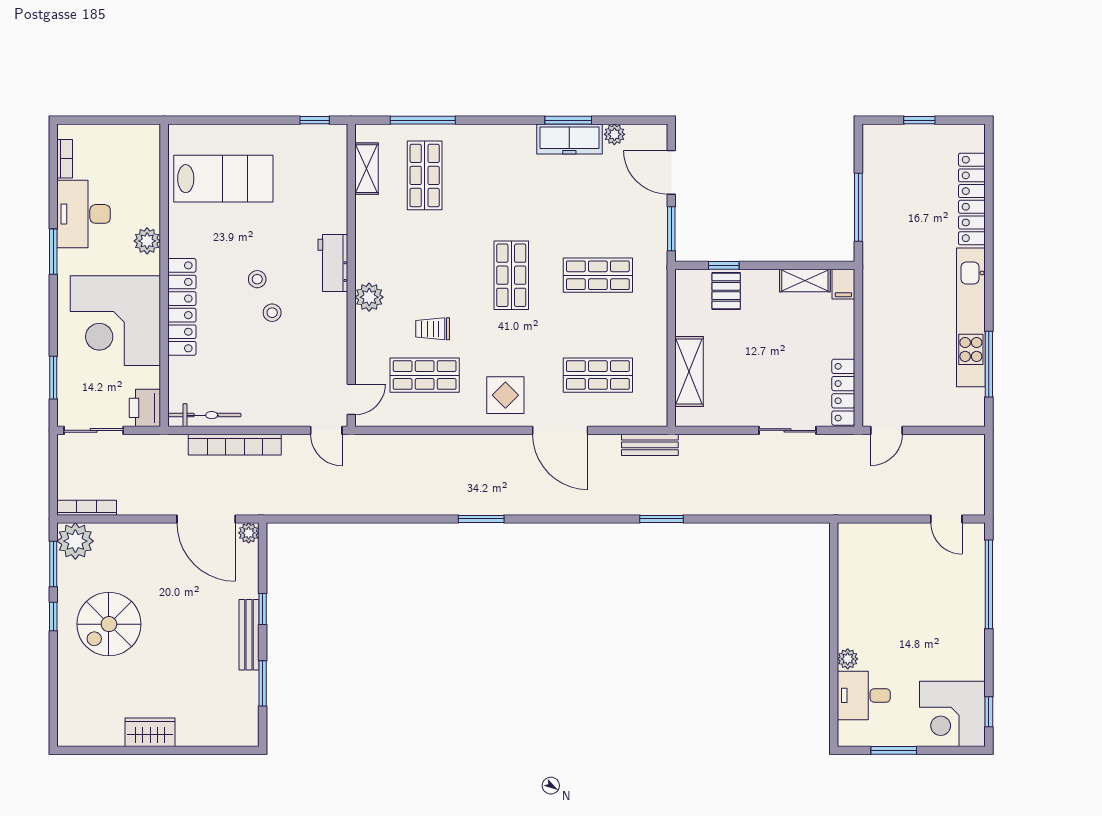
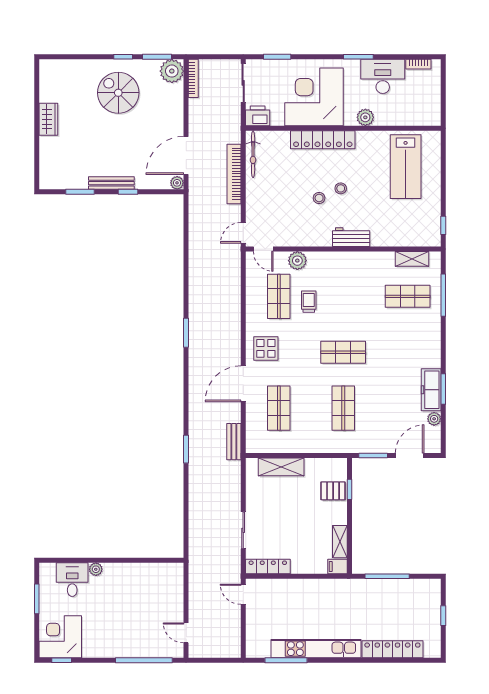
plant: (369, 297) -> (297, 261), moved
door: (946, 519) -> (186, 633), hinge flipped

